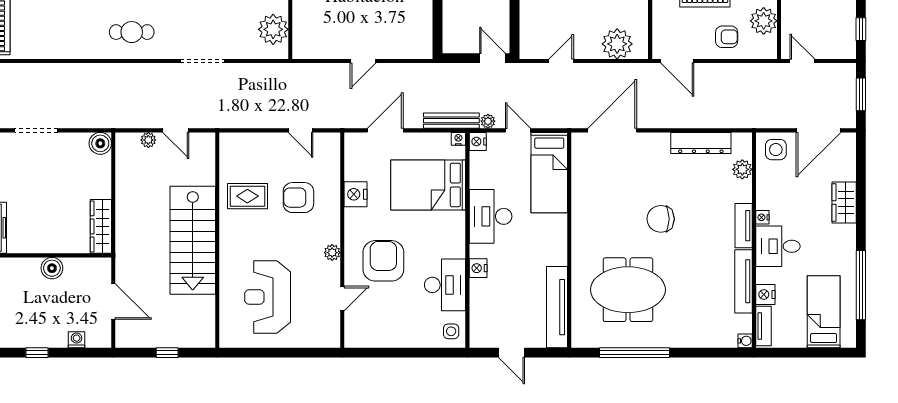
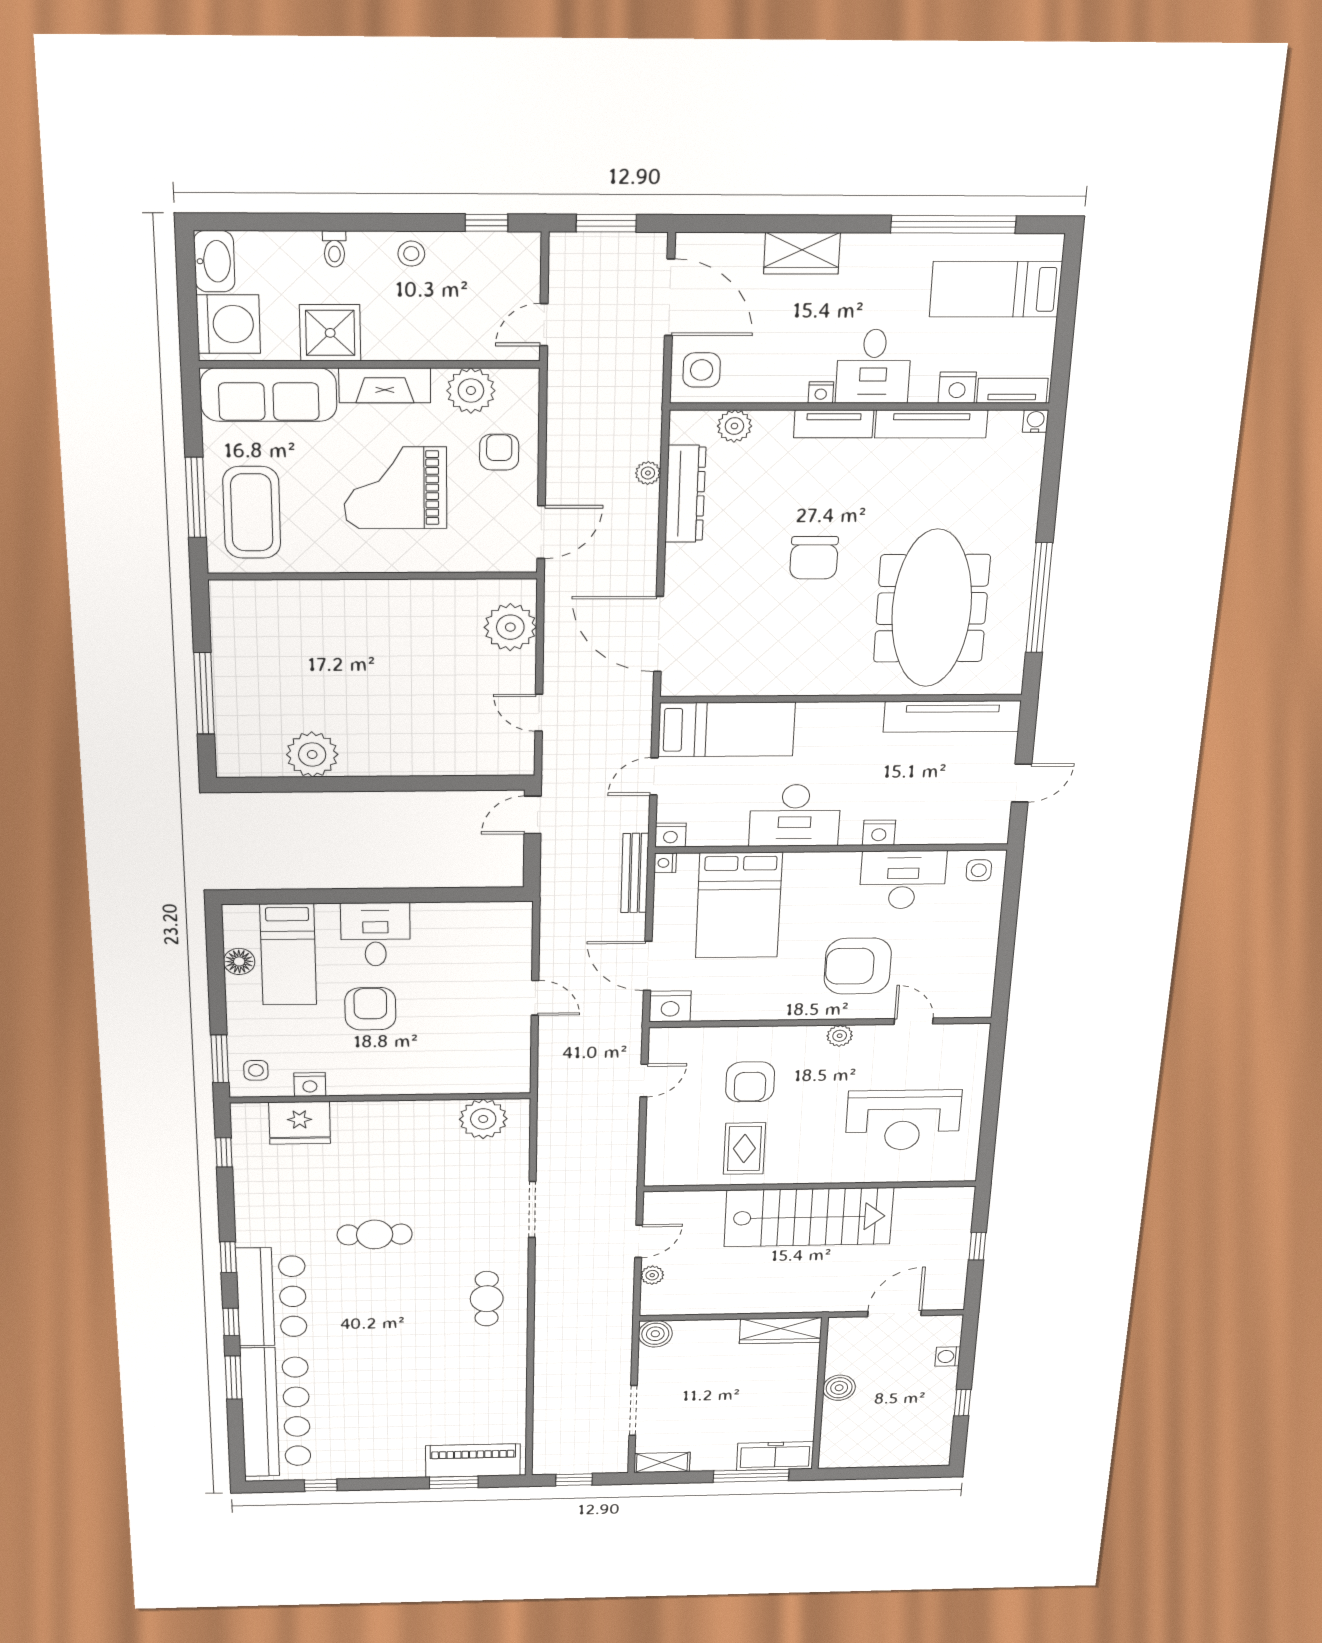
plant: (488, 121) -> (648, 473), moved
nightstand: (356, 194) -> (670, 1006), moved
meeting table: (628, 290) -> (932, 608), width x1.36

